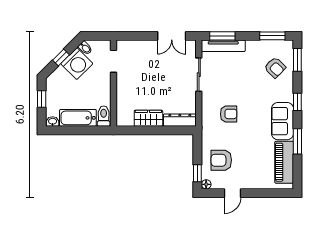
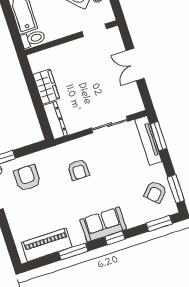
double door: (172, 36) -> (135, 64), moved
armchair: (275, 68) -> (155, 192), moved
sofa: (282, 121) -> (103, 224), moved

